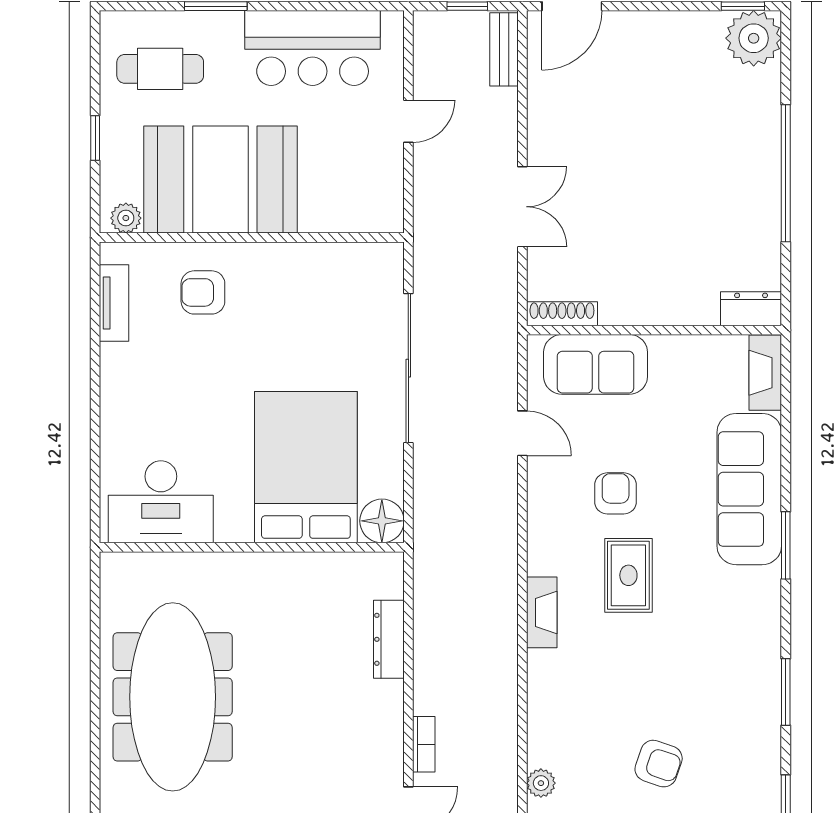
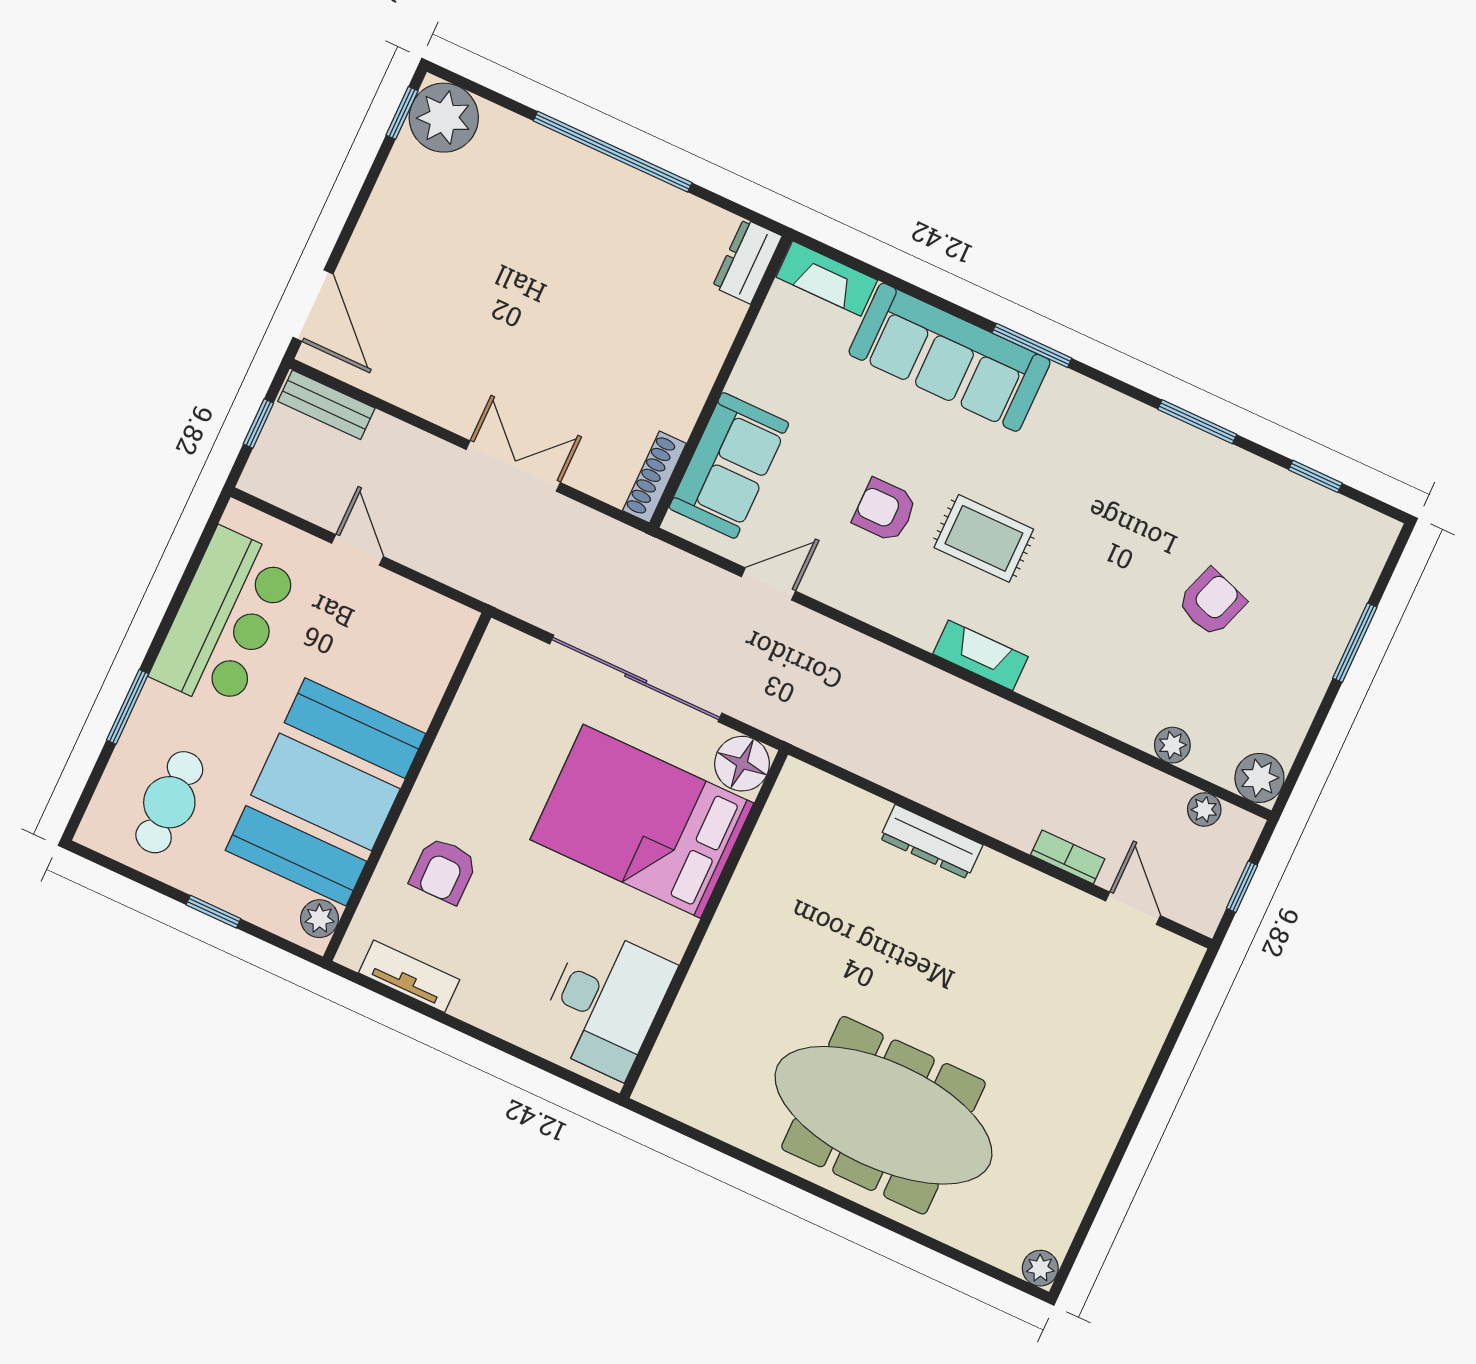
bed: (306, 467) -> (642, 821), moved
desk: (161, 502) -> (605, 1003), moved
floor lamp: (382, 521) -> (742, 764), moved
wall: (252, 547) -> (704, 924), moved

